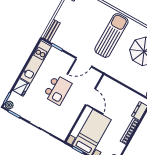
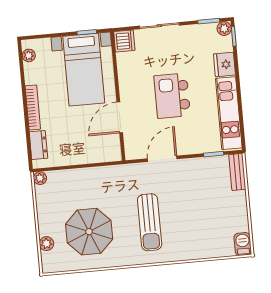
sun lounger: (111, 35) -> (150, 222), width x0.73, depth x0.75
door: (90, 97) -> (120, 117), hinge flipped
dishwasher: (62, 133) -> (124, 41), added

